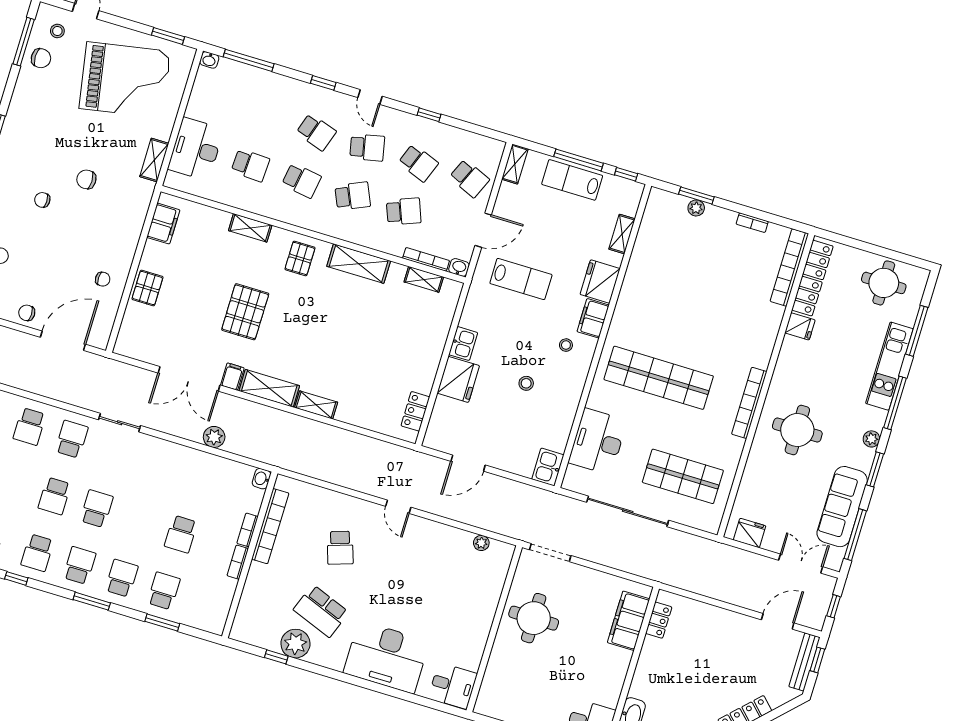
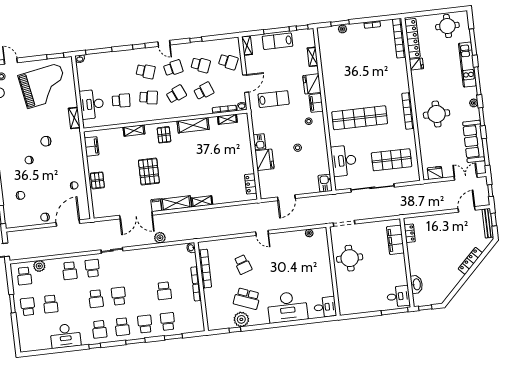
school desk: (79, 565) -> (122, 327), turned 180

